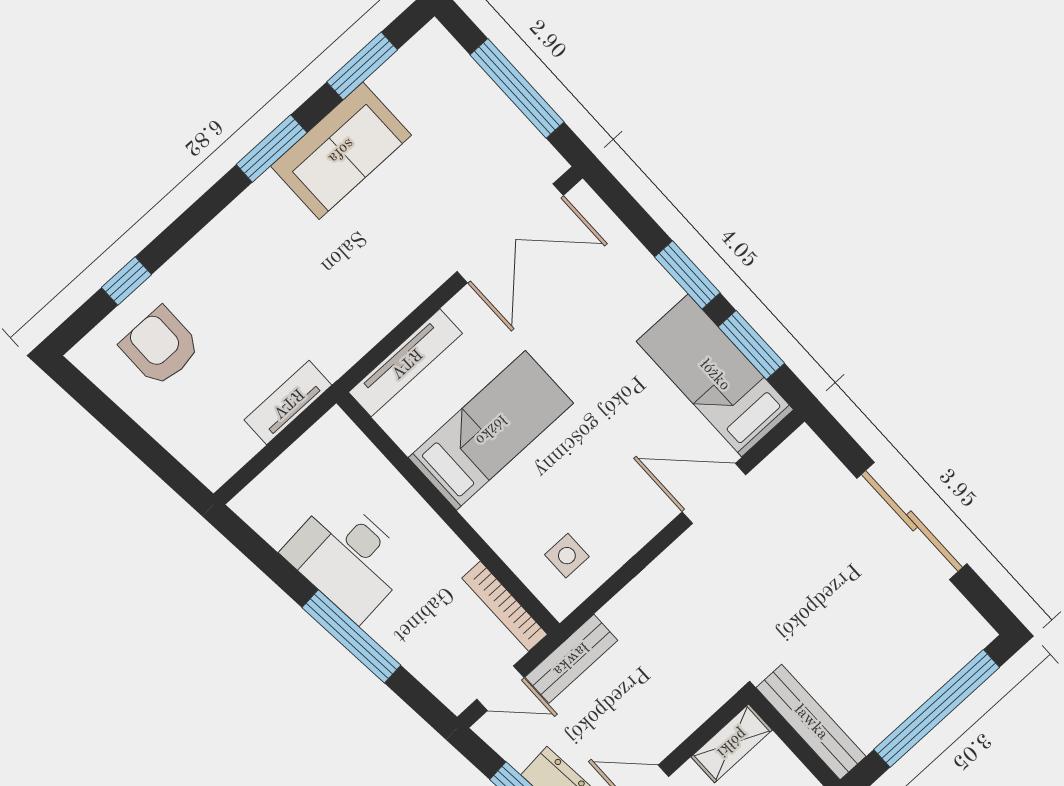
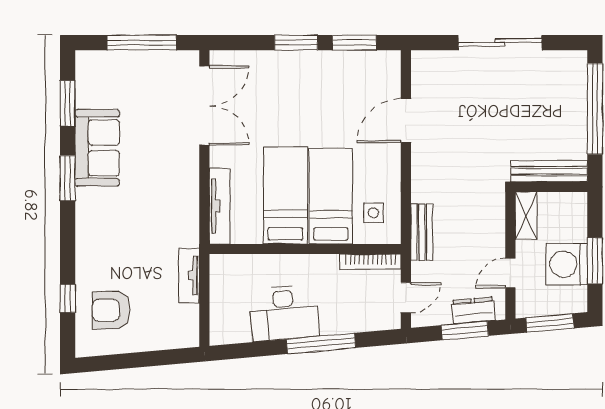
bed: (715, 375) -> (331, 196), moved, turned 90
bench: (571, 659) -> (422, 232), moved

